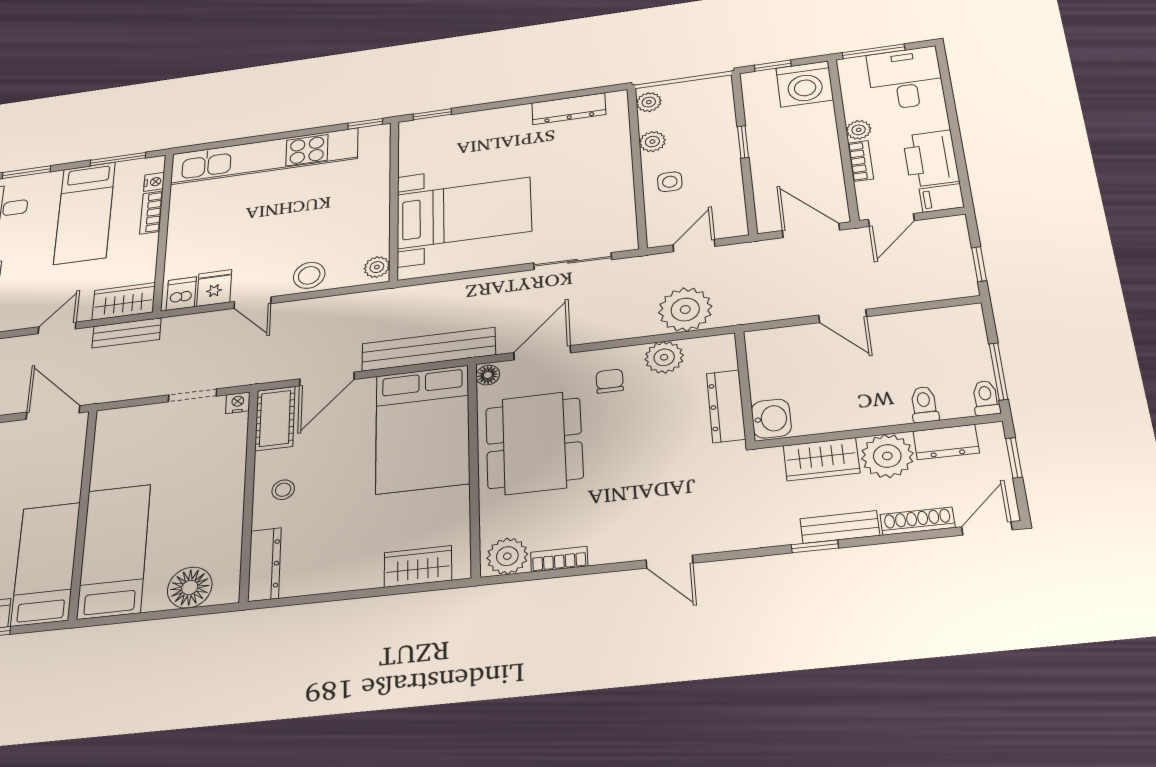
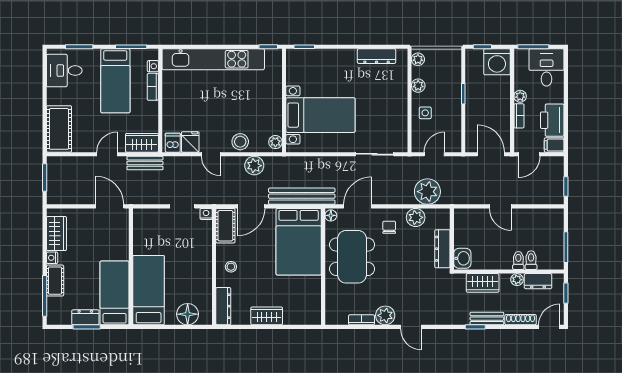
plant: (335, 310) -> (254, 166), added
toilet: (986, 398) -> (518, 260), moved
plant: (887, 456) -> (517, 280), width x0.53, depth x0.53
plant: (507, 556) -> (385, 315), moved
wardrobe: (418, 566) -> (267, 316), moved

